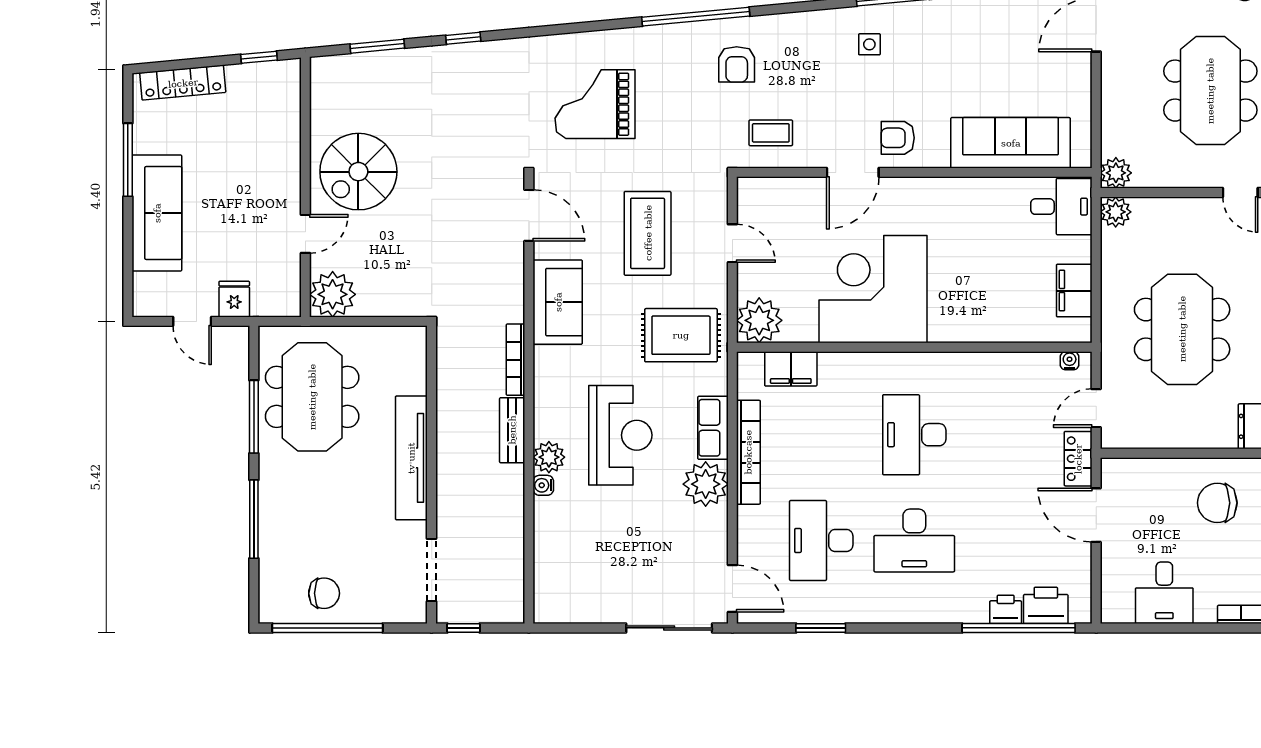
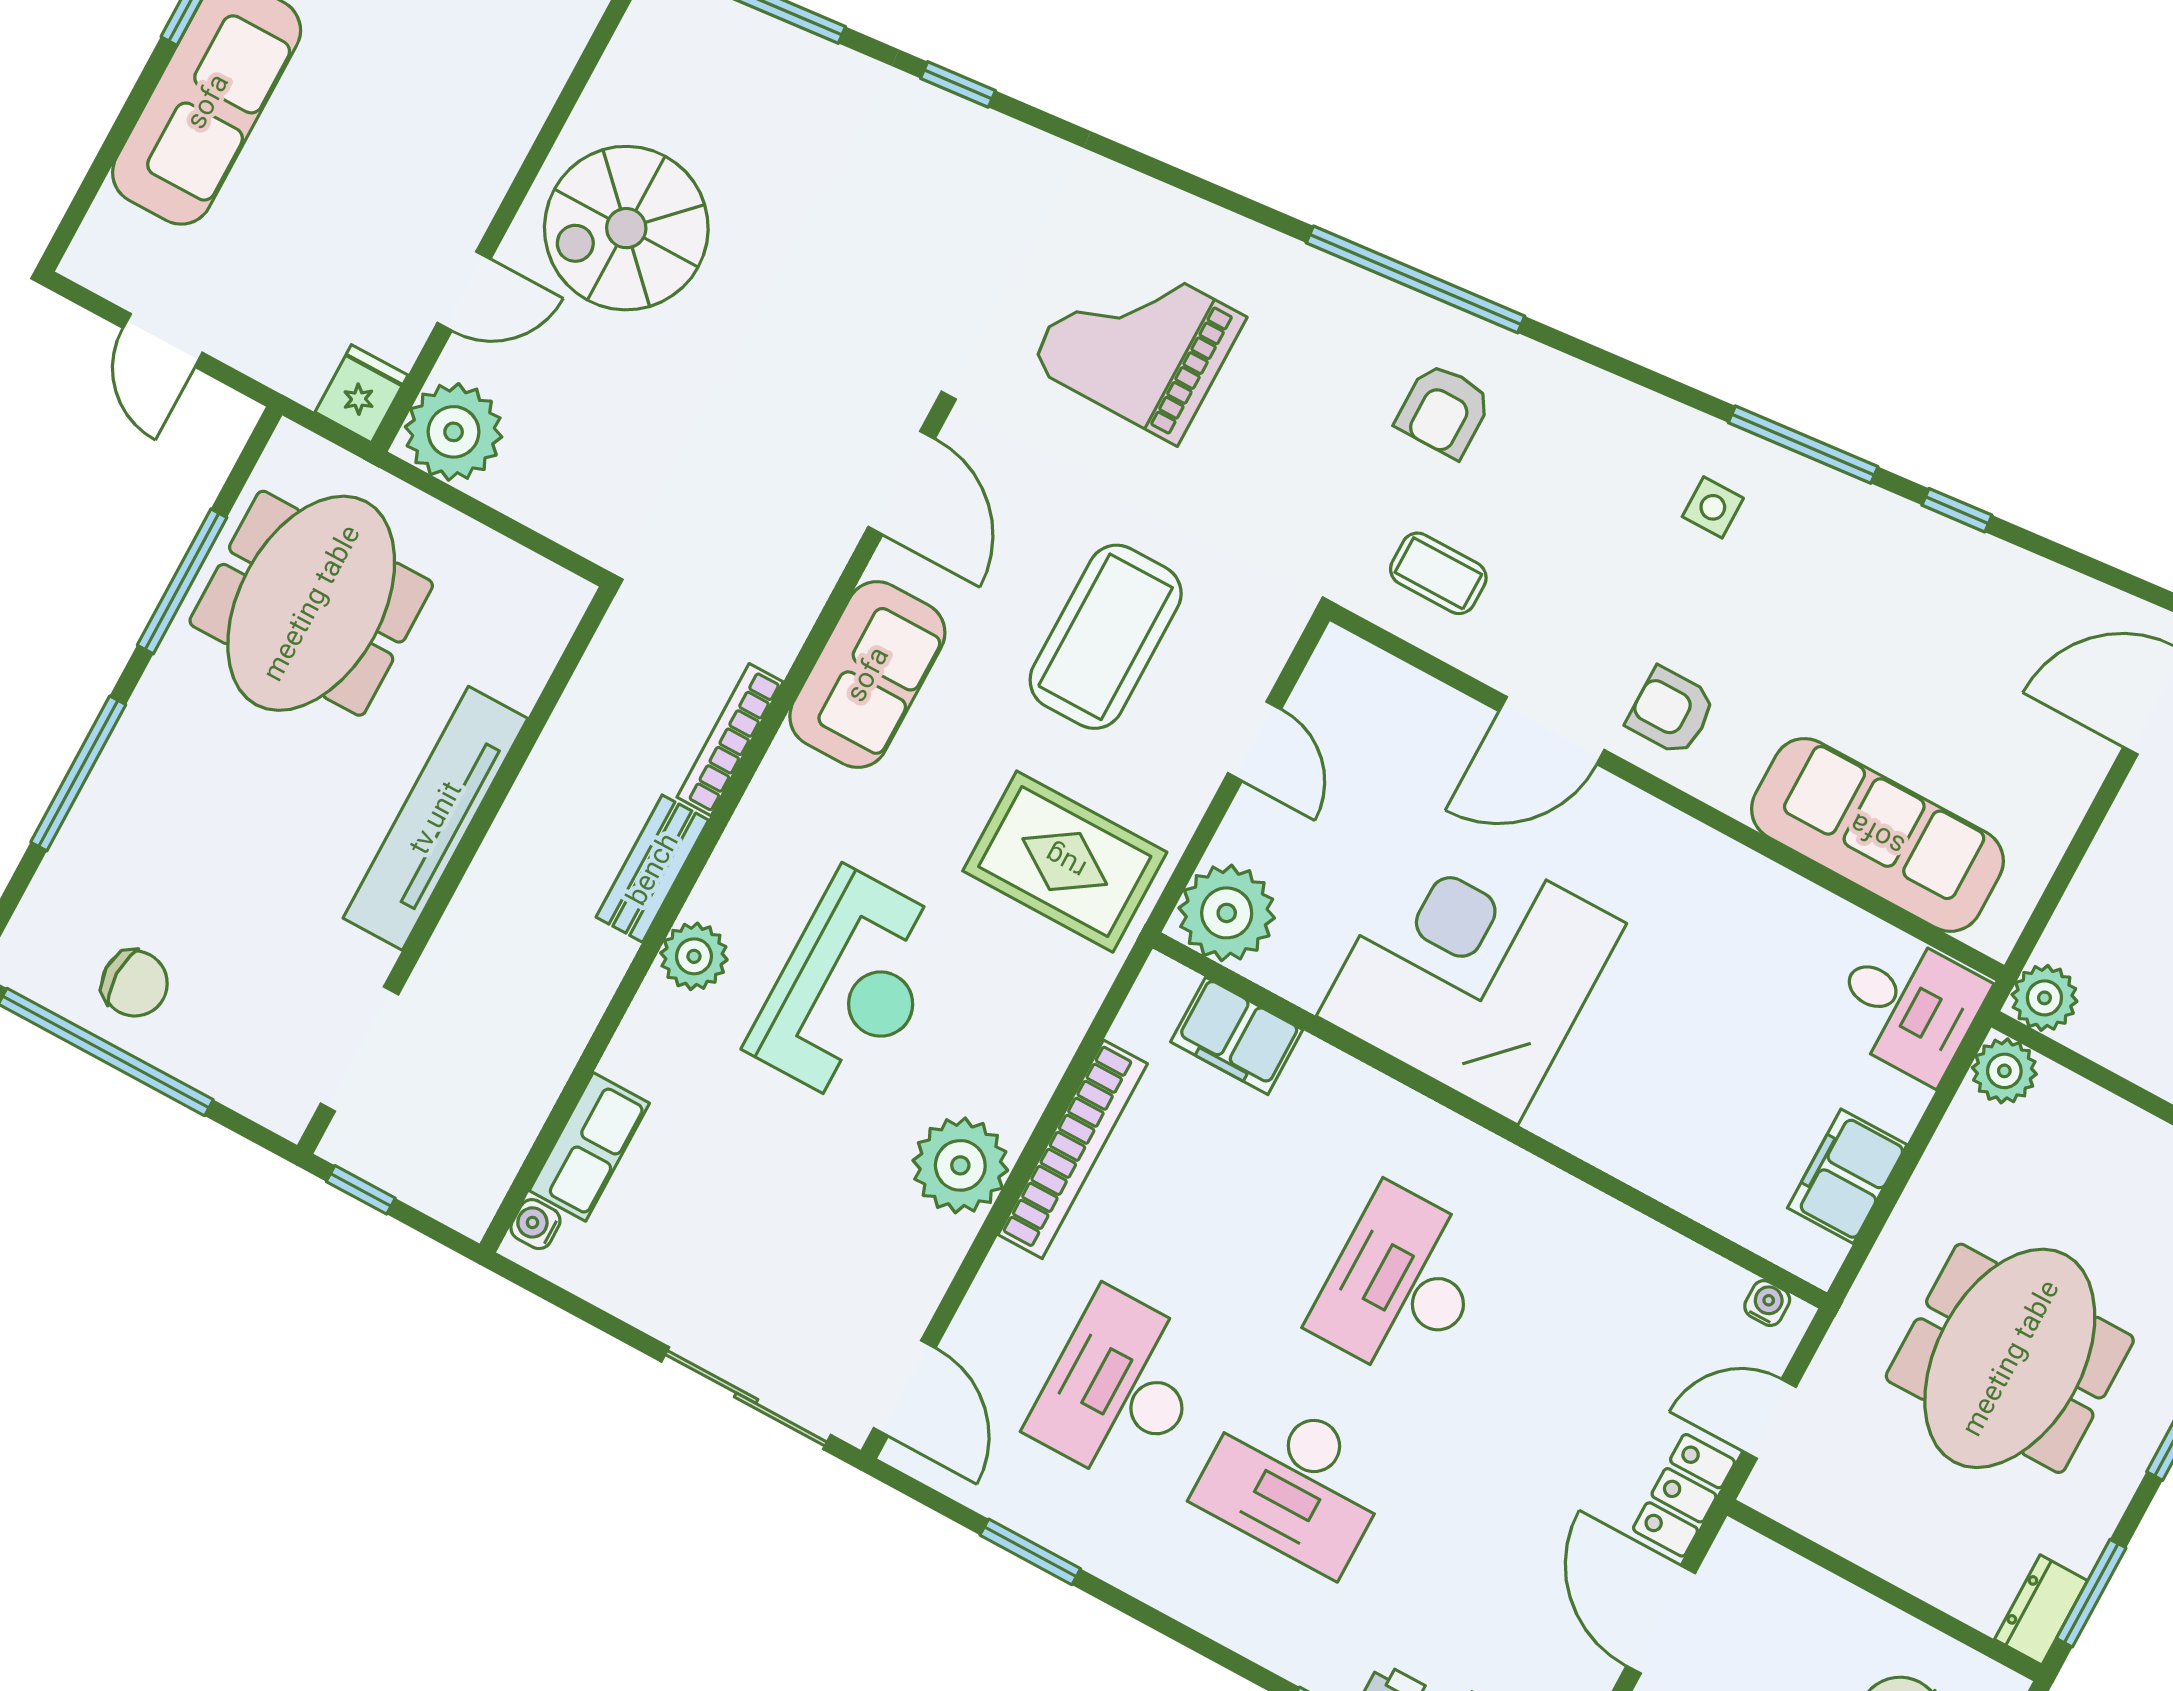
fridge: (234, 299) -> (361, 394), moved
row of seats: (713, 428) -> (589, 1147), moved, turned 180
water cooler: (543, 485) -> (535, 1224), moved

